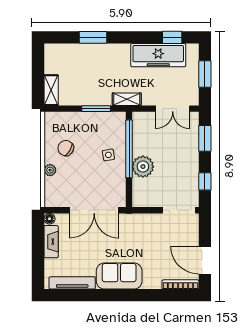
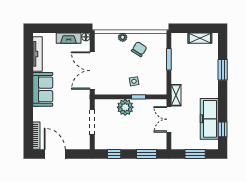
shelving: (51, 90) -> (200, 38), moved
window: (96, 109) -> (169, 59), moved
double door: (173, 109) -> (169, 119), moved
window: (129, 149) -> (139, 97), width x0.32
doorway: (179, 210) -> (92, 122), moved
door: (205, 260) -> (55, 154), hinge flipped

